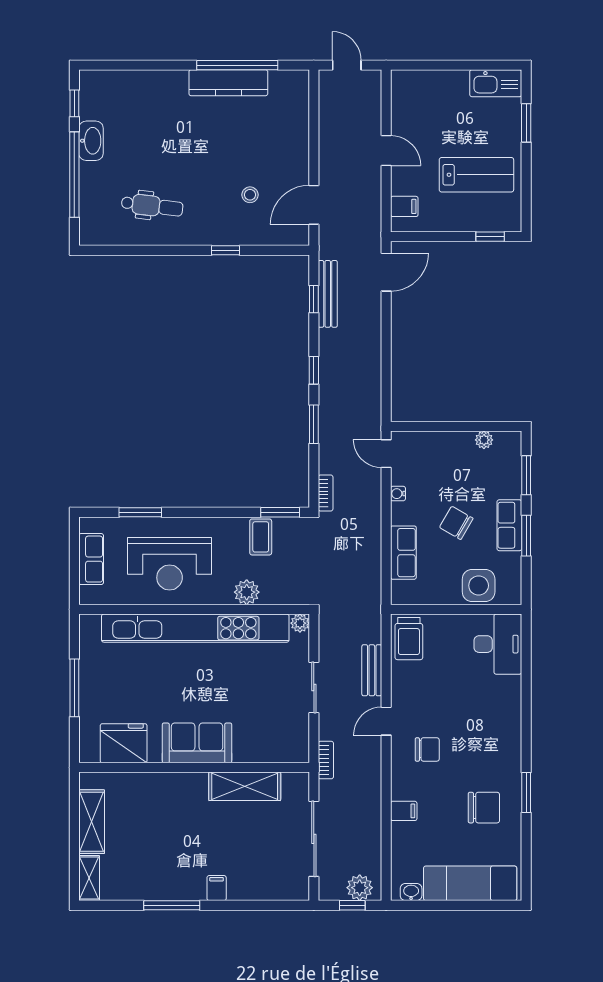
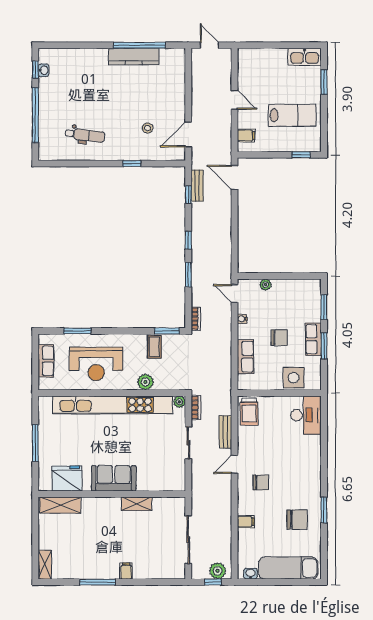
washbasin: (91, 141) -> (44, 70), moved, width x0.52, depth x0.69
door: (386, 272) -> (234, 177), swing flipped
bench: (328, 294) -> (197, 186), width x0.73
plant: (484, 440) -> (266, 285), moved
chair: (456, 523) -> (279, 338), turned 150
bookcase: (326, 760) -> (196, 407), moved
shelving: (245, 786) -> (136, 504), width x0.67, depth x0.75
shelving: (92, 822) -> (60, 505), moved, turned 90

